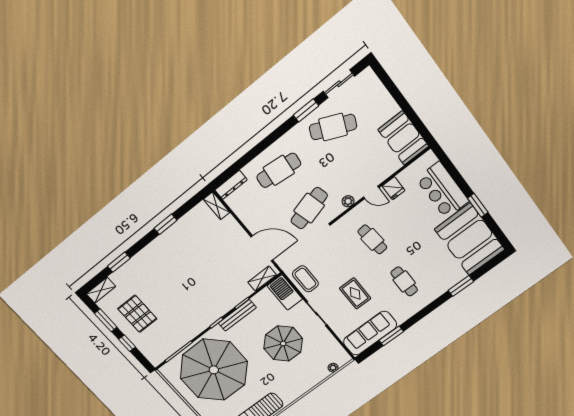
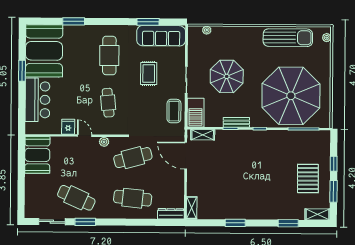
cafe table: (404, 281) -> (109, 56), width x1.37, depth x1.35
bench: (237, 315) -> (236, 122), width x0.73

